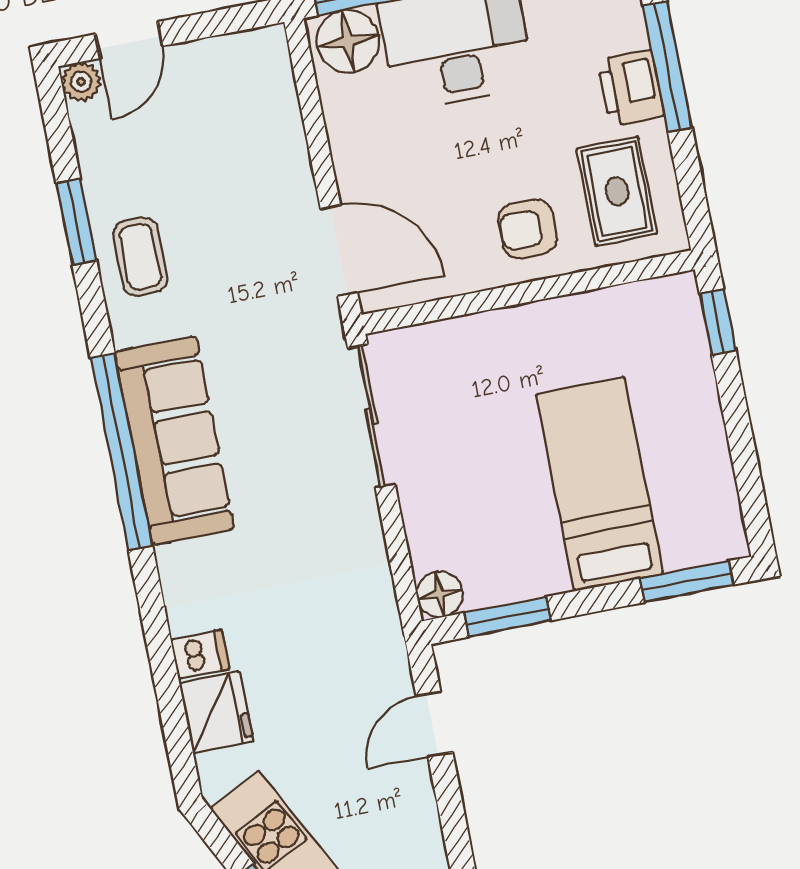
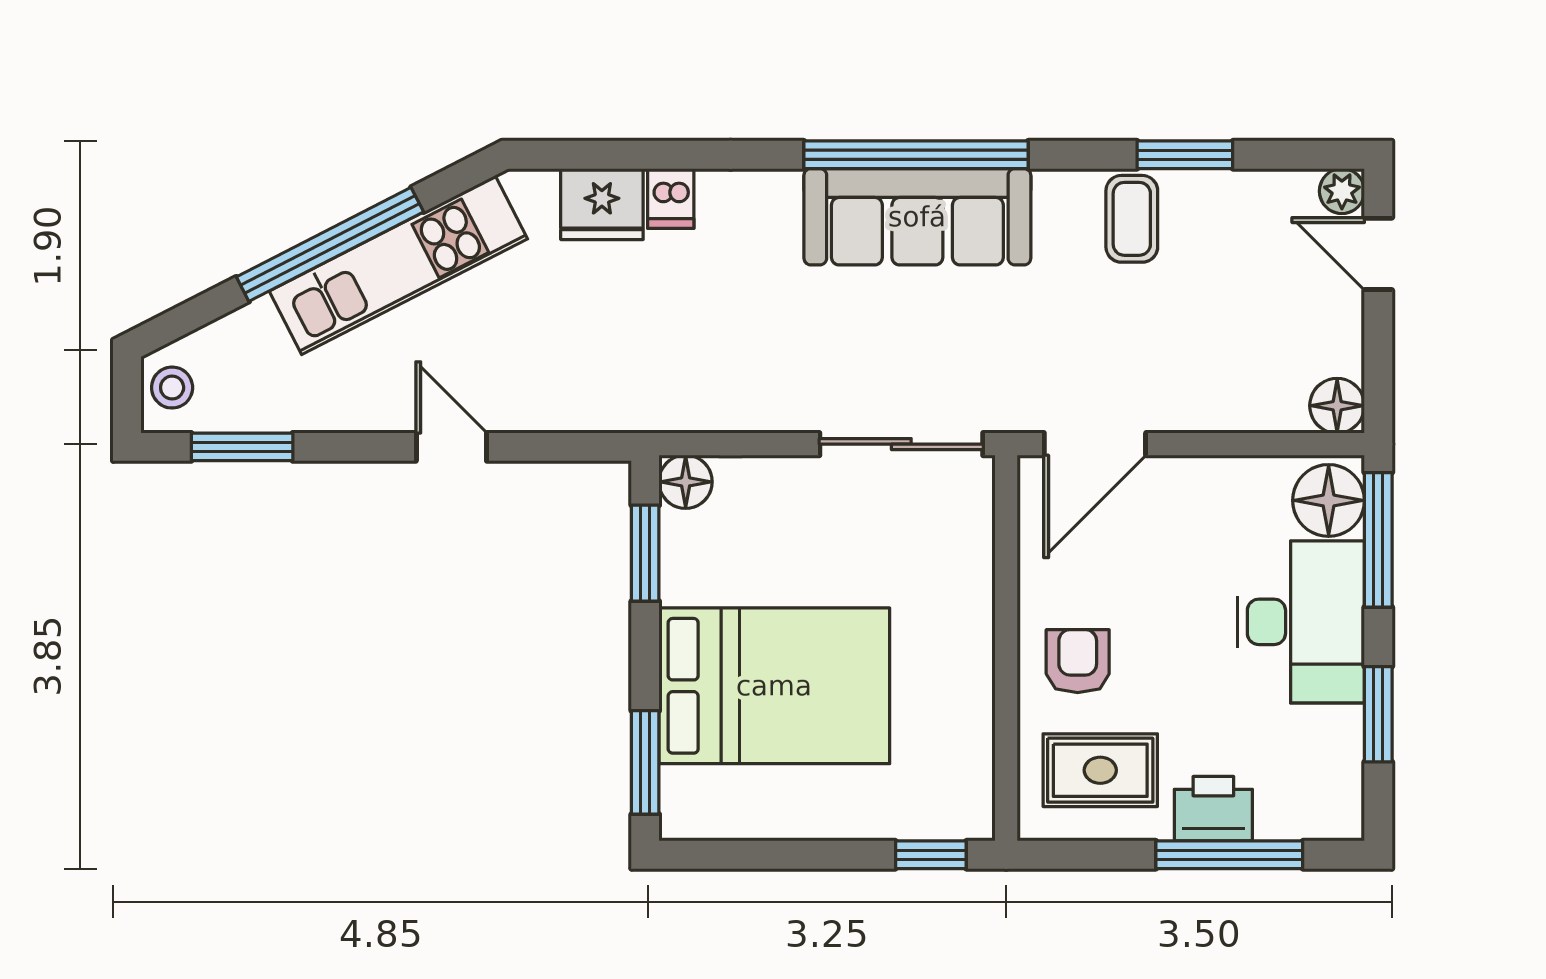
floor lamp: (265, 50) -> (1337, 406), added
coffee table: (140, 257) -> (1132, 219), turned 90
bed: (599, 484) -> (774, 686), width x1.50
door: (434, 724) -> (451, 447), moved

